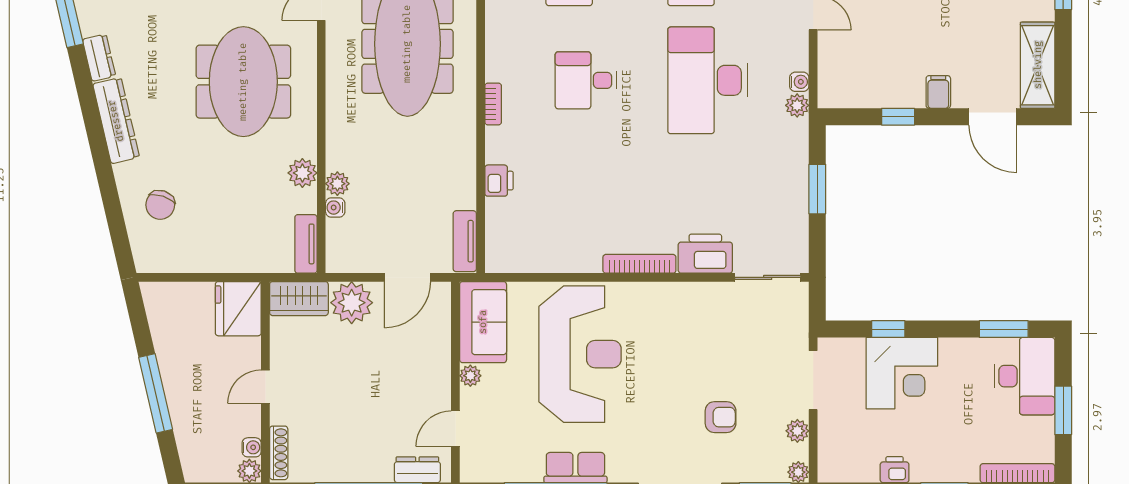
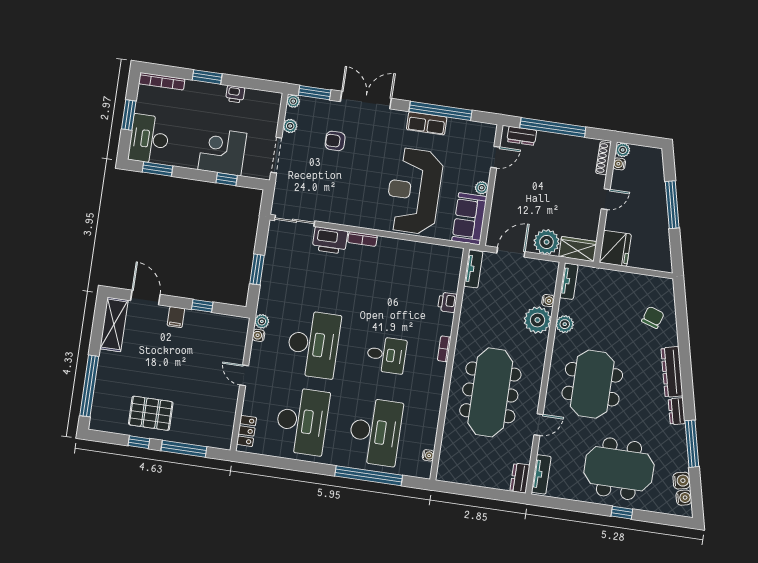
plant: (337, 184) -> (537, 320), width x1.88, depth x1.88
bookcase: (639, 264) -> (362, 239), width x0.64

